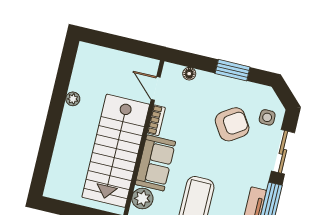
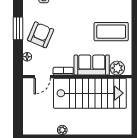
armchair: (232, 124) -> (41, 35), moved, turned 56

